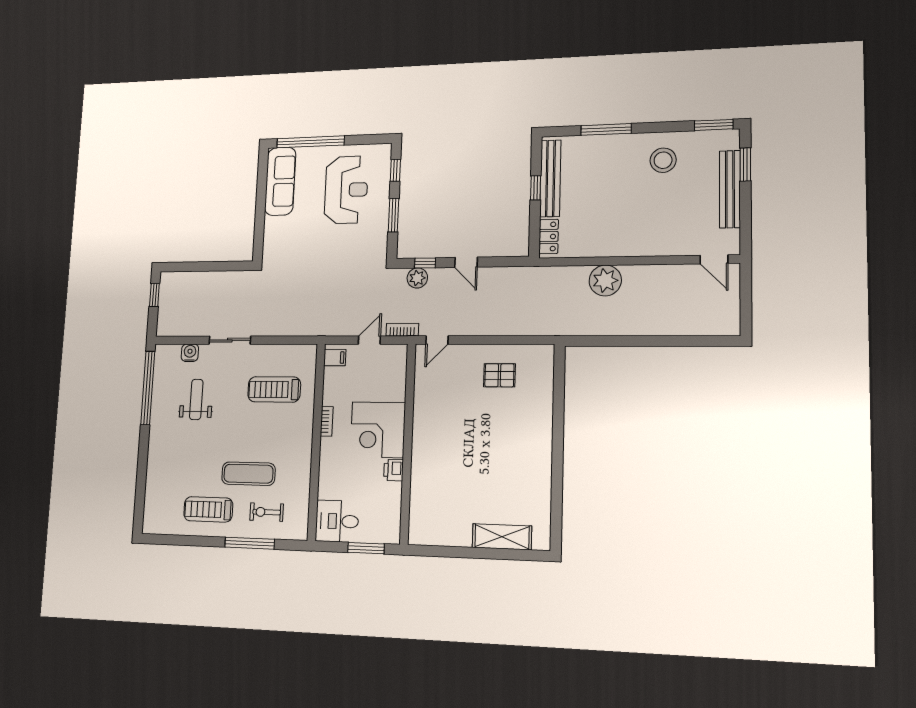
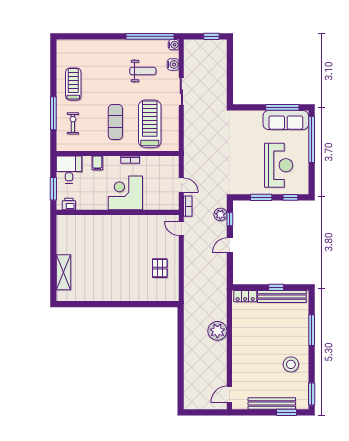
window: (262, 187) -> (282, 107), added
reception desk: (346, 190) -> (279, 165), turned -90
water cooler: (162, 352) -> (174, 45), added
filing cabinet: (335, 358) -> (97, 163), moved
treadmill: (274, 389) -> (150, 124), width x1.37, depth x1.38
printer: (394, 470) -> (69, 204), moved
exercise mat: (248, 474) -> (115, 122), moved

